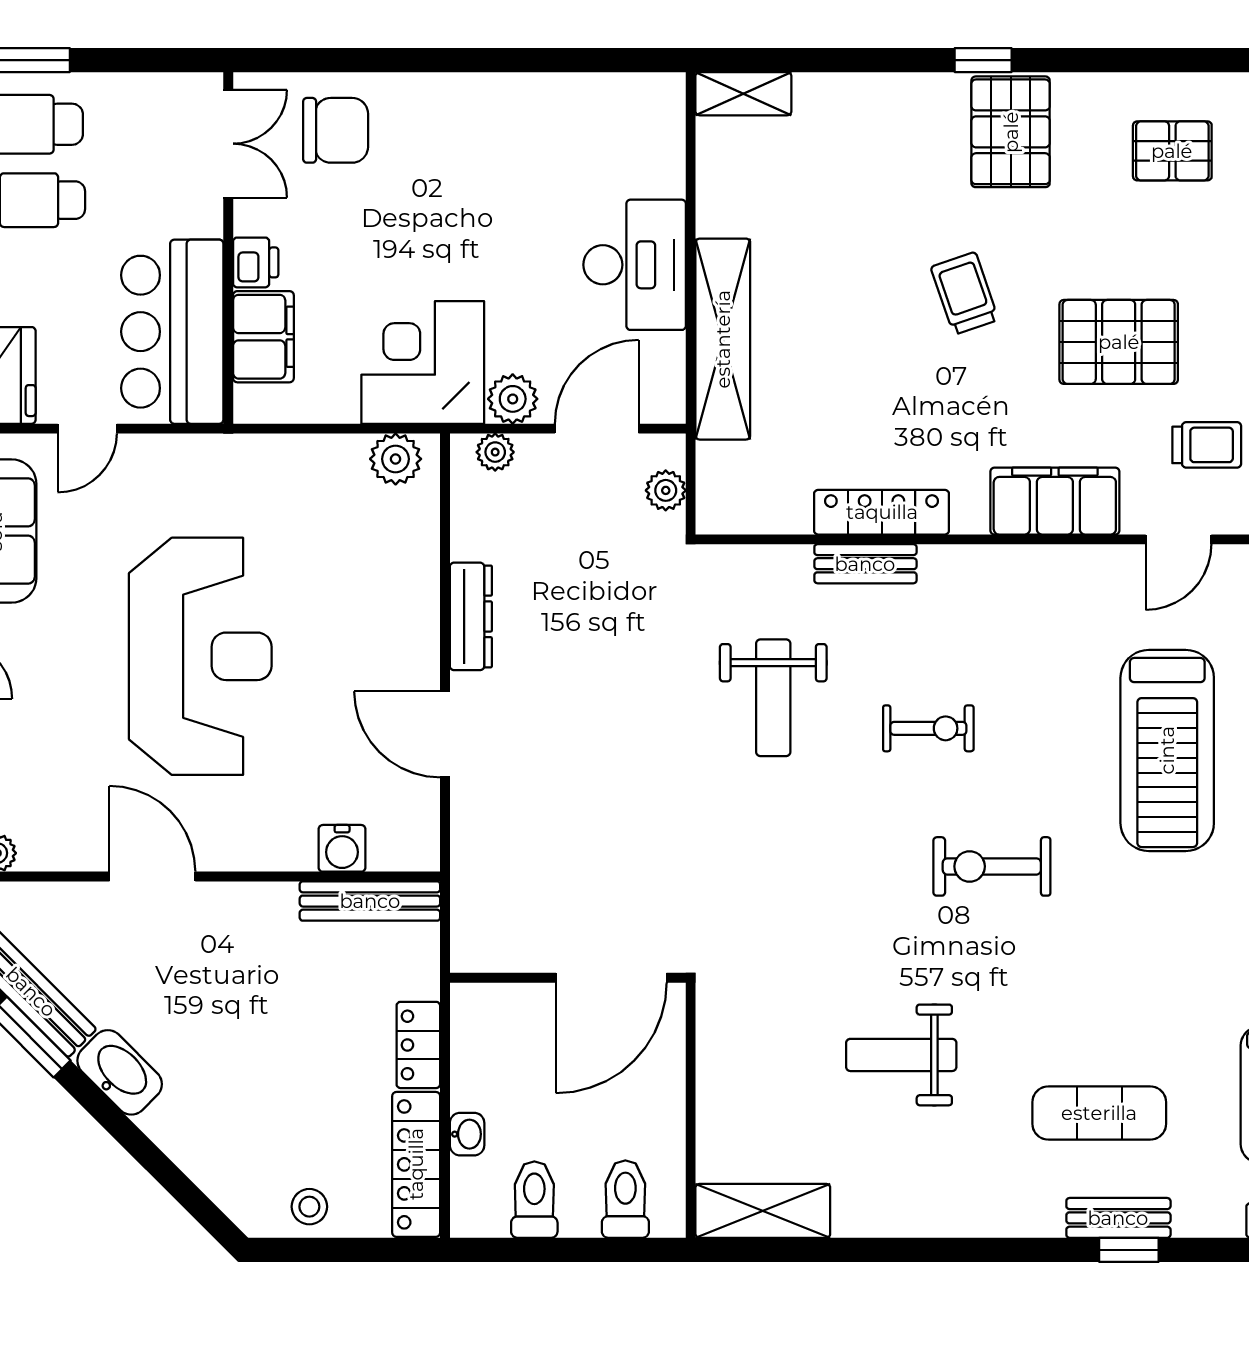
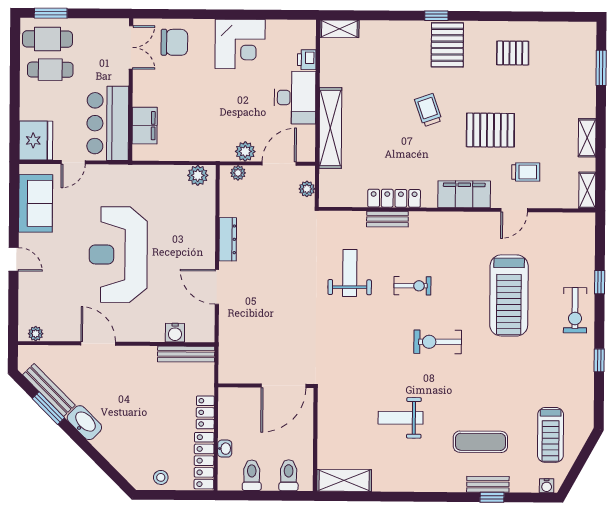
printer: (256, 262) -> (307, 60), moved, turned 180
corner desk: (423, 362) -> (240, 44), moved, turned 180
reception desk: (200, 656) -> (118, 255), turned 180
weight bench: (773, 698) -> (350, 273), turned 180

